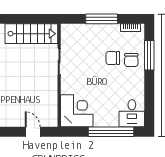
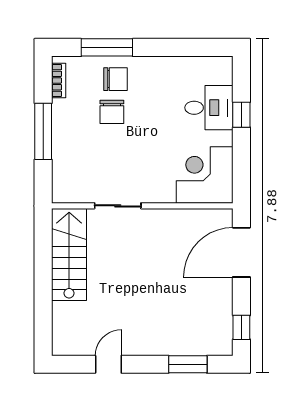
desk: (132, 113) -> (209, 108), moved
door: (33, 132) -> (241, 252), width x1.87
window: (111, 132) -> (241, 115), width x0.32

